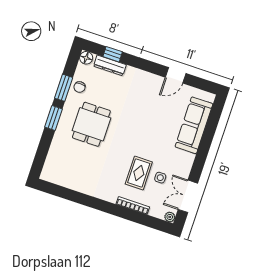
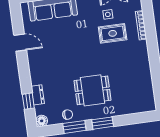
dresser: (110, 65) -> (38, 95), width x0.70

